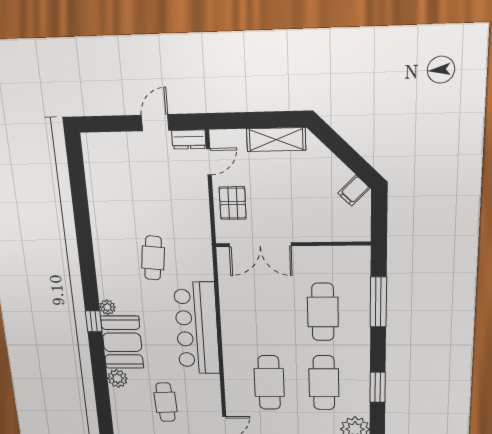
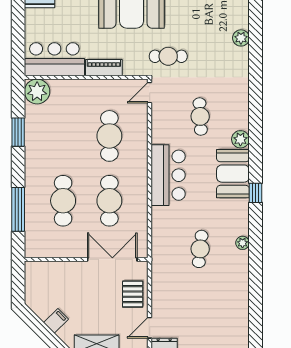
filing cabinet: (354, 191) -> (56, 321), moved
plant: (107, 307) -> (243, 243), moved
bar counter: (197, 328) -> (168, 175), width x0.73
cafe table: (324, 383) -> (109, 201), moved

